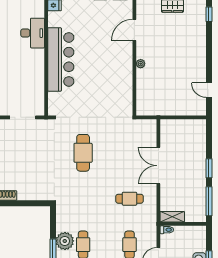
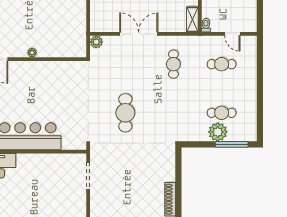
plant: (151, 125) -> (96, 42), added
cafe table: (83, 153) -> (125, 113), turned 90
double door: (158, 166) -> (139, 34), swing flipped

